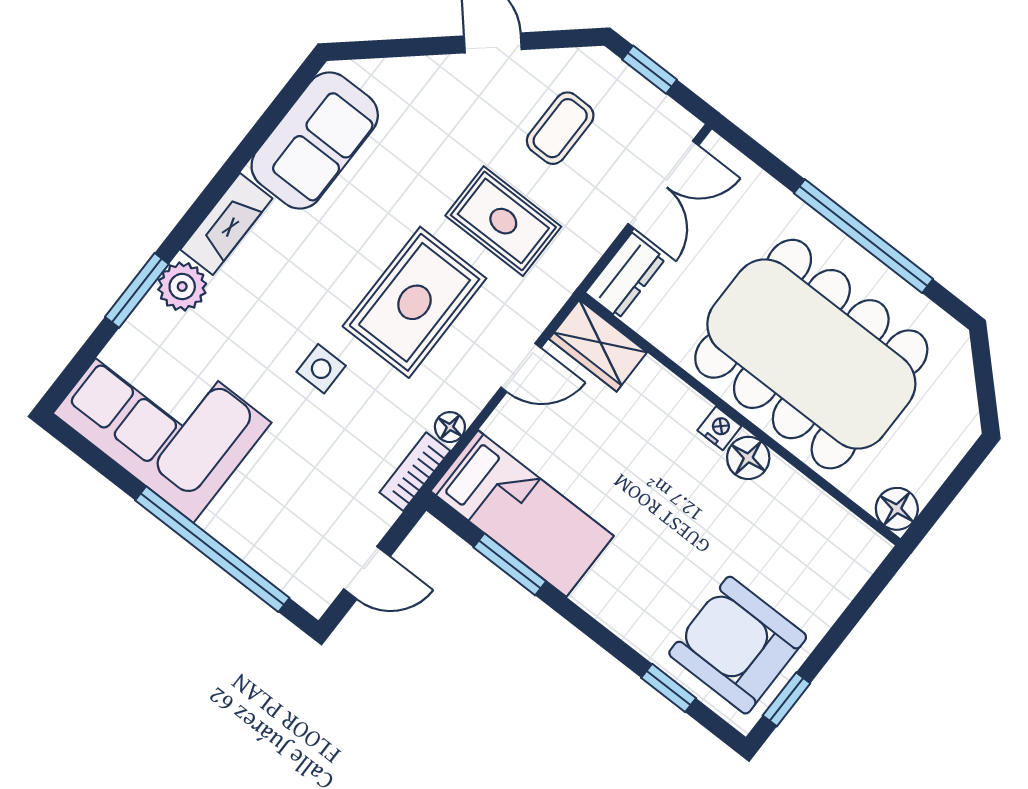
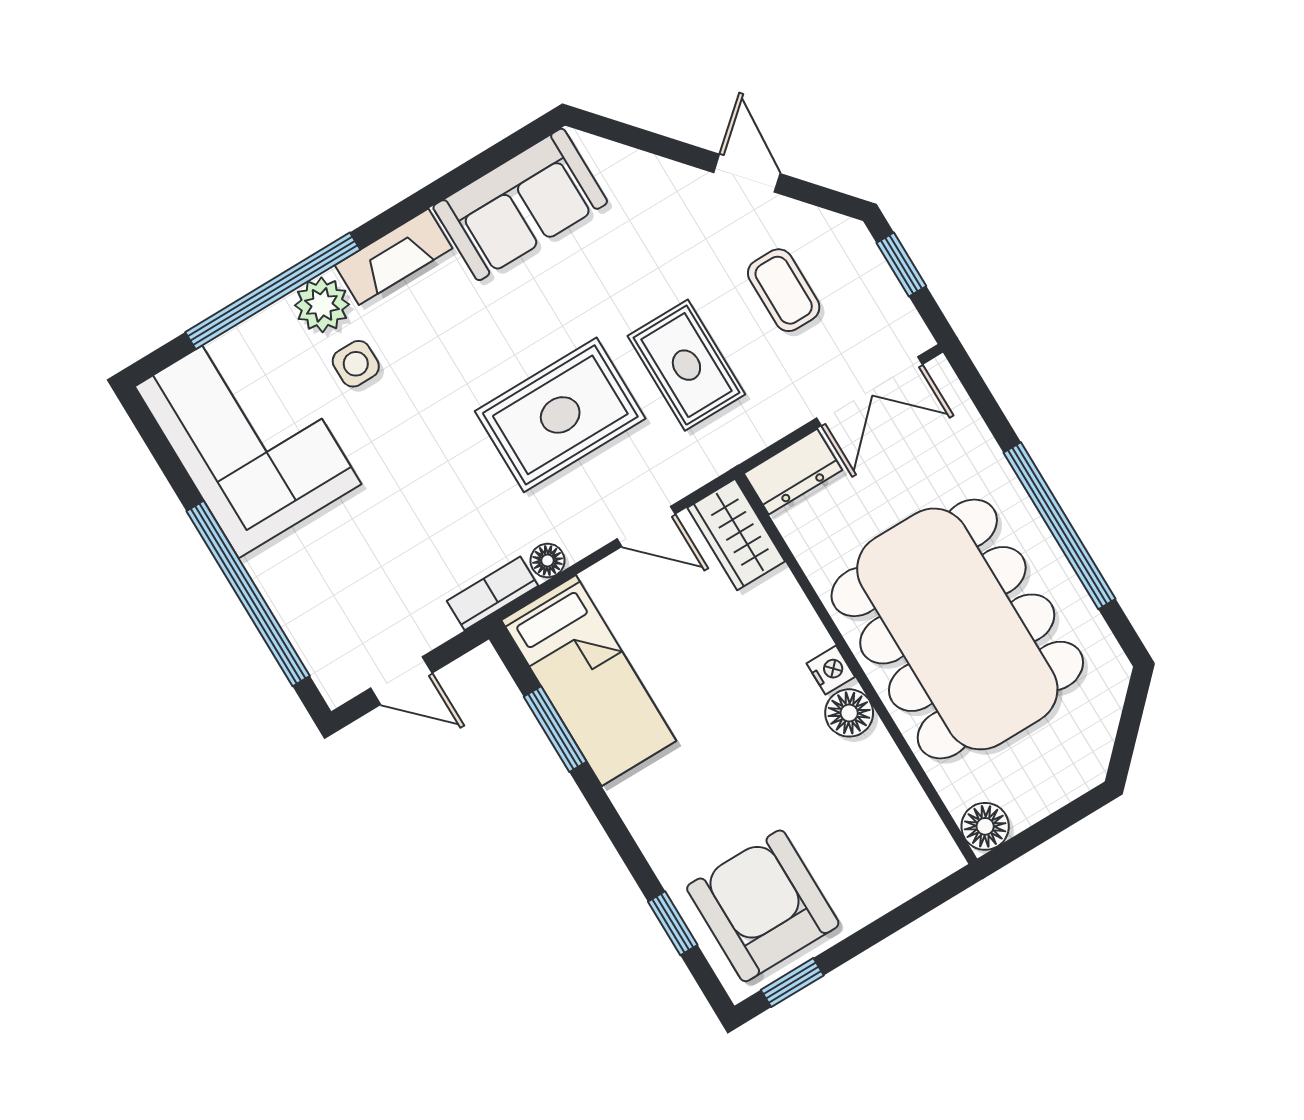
coffee table: (560, 128) -> (784, 290), turned 90
window: (137, 290) -> (273, 291), width x2.11
side table: (321, 369) -> (356, 364), moved

